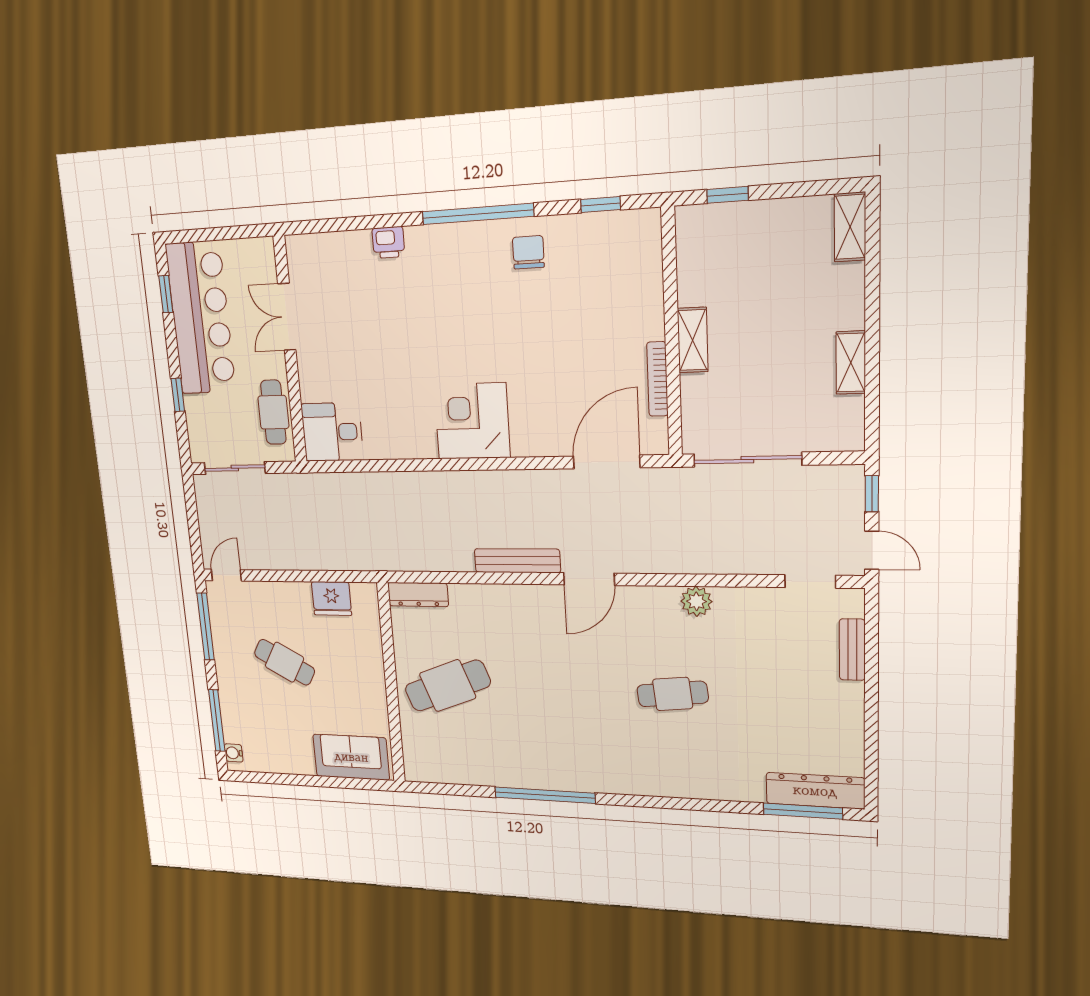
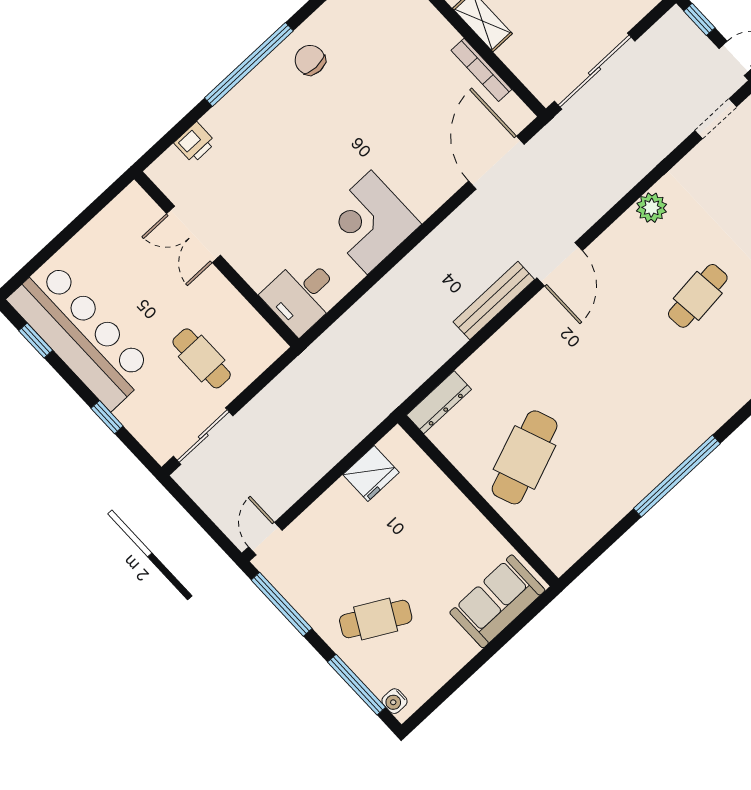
double door: (287, 317) -> (193, 234), moved
wall: (290, 351) -> (217, 259), moved
desk: (332, 432) -> (302, 295), moved
cafe table: (284, 662) -> (376, 619), moved

